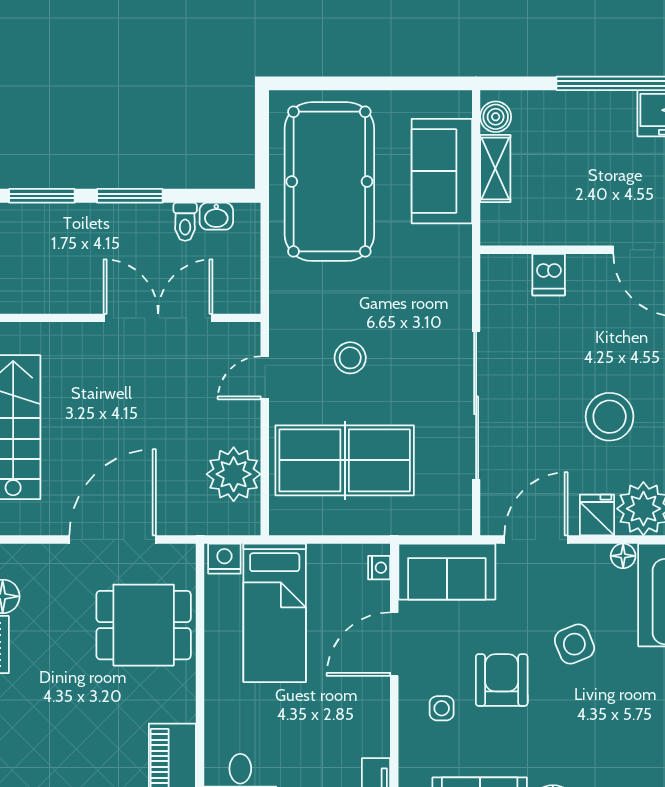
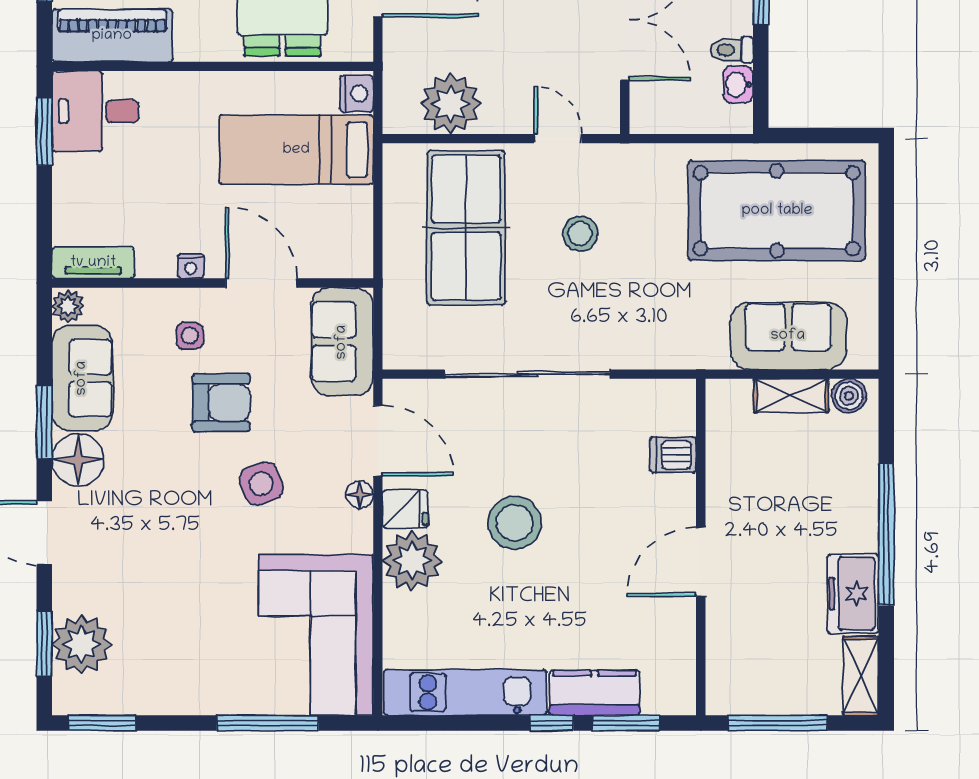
floor lamp: (623, 556) -> (360, 495), moved
nightstand: (379, 568) -> (191, 266), moved

